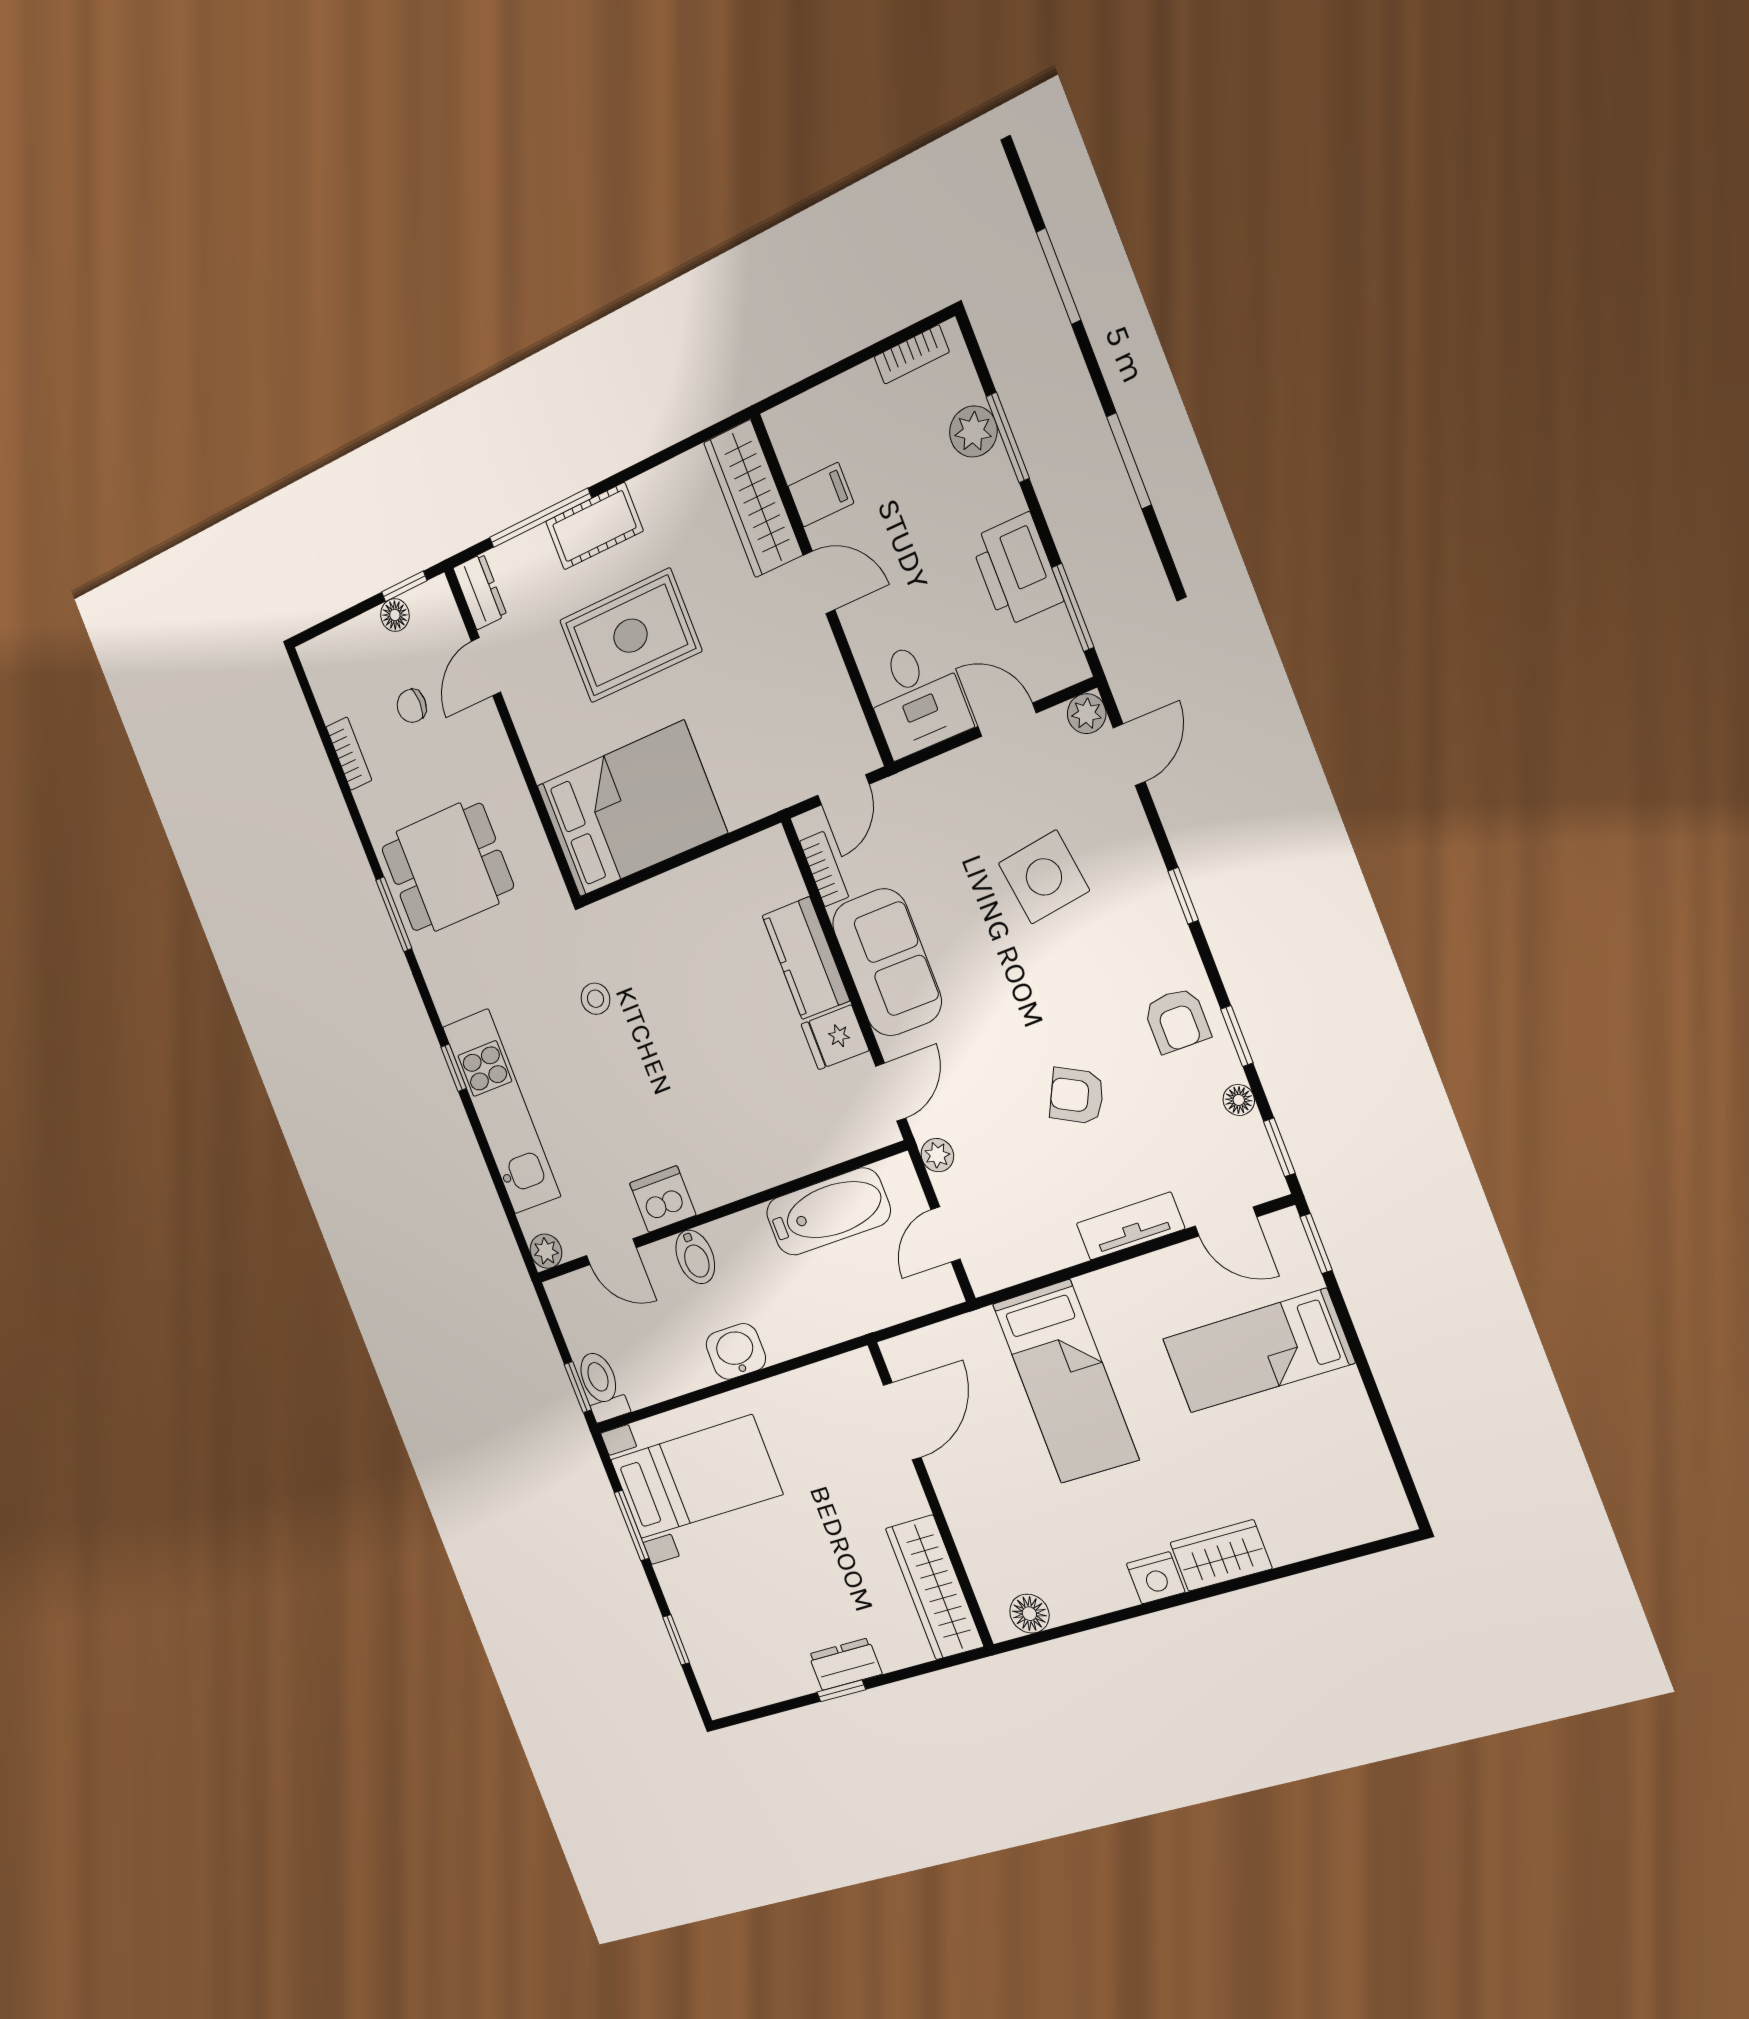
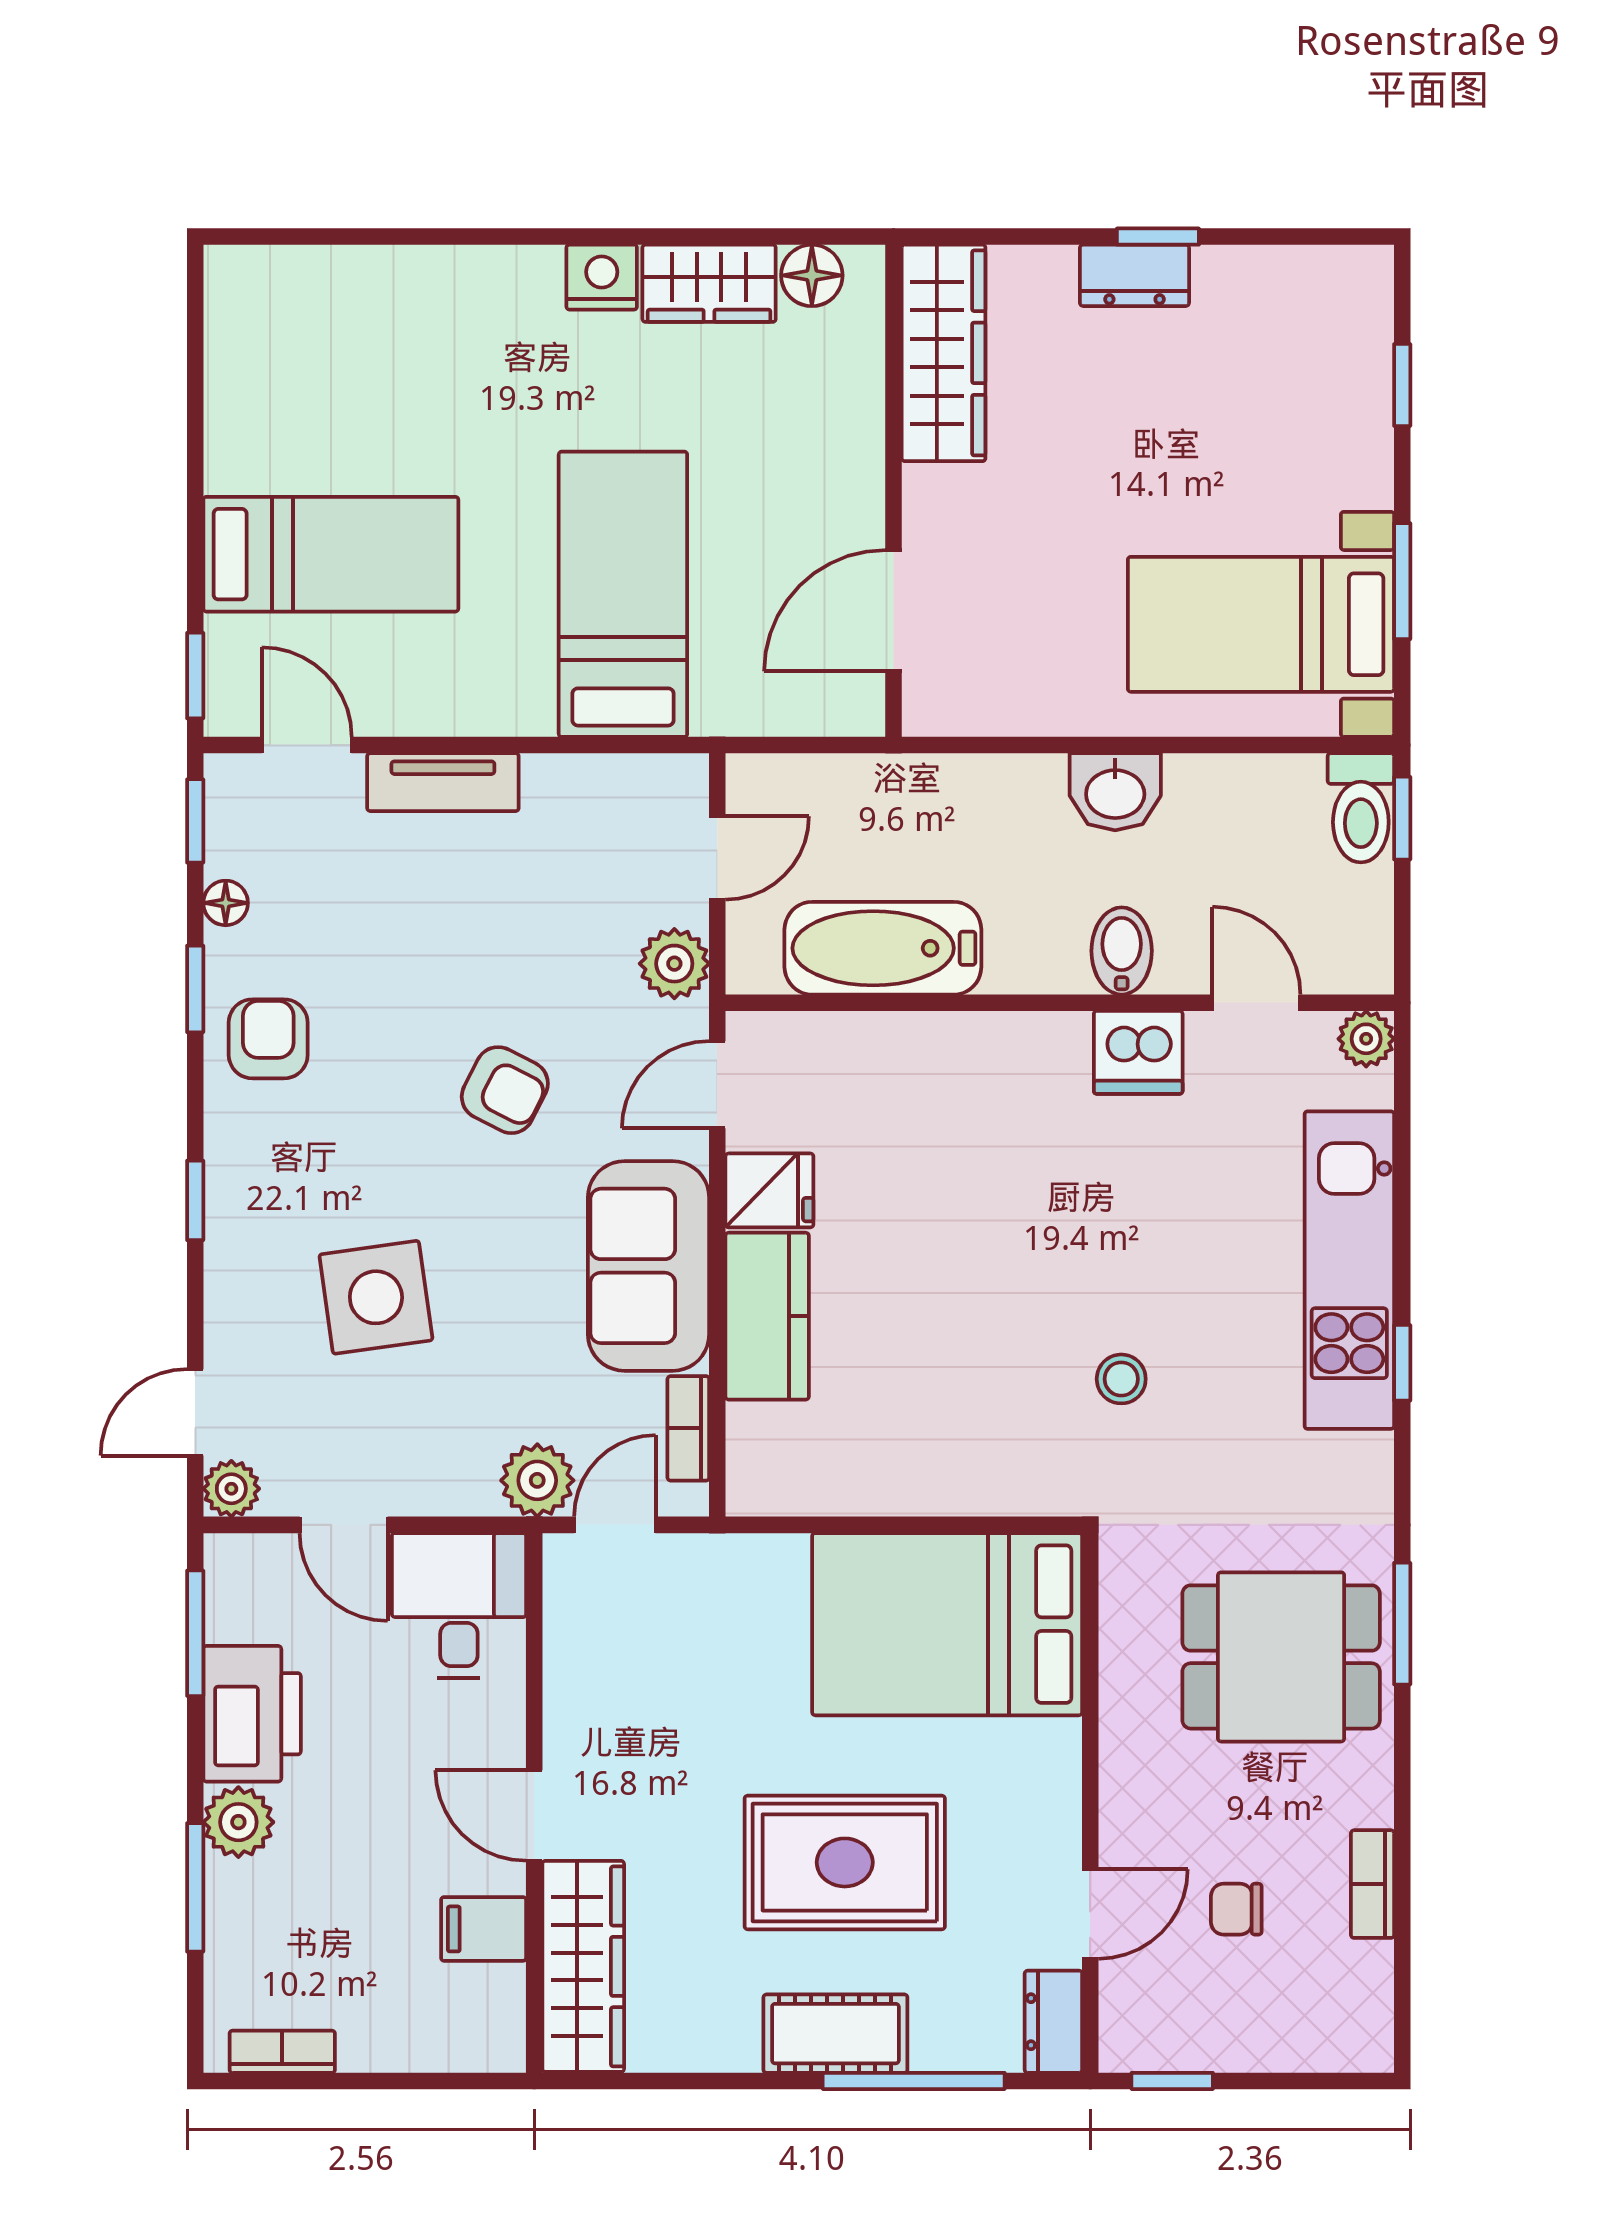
plant: (973, 431) -> (238, 1822), moved
floor lamp: (395, 615) -> (1206, 2048), removed
chair: (412, 706) -> (1236, 1909), turned 180
plant: (900, 799) -> (537, 1480), added
armchair: (1077, 1096) -> (505, 1090), moved
plant: (937, 1155) -> (674, 964), width x1.38, depth x1.38
wardrobe: (1221, 1556) -> (709, 283), moved

